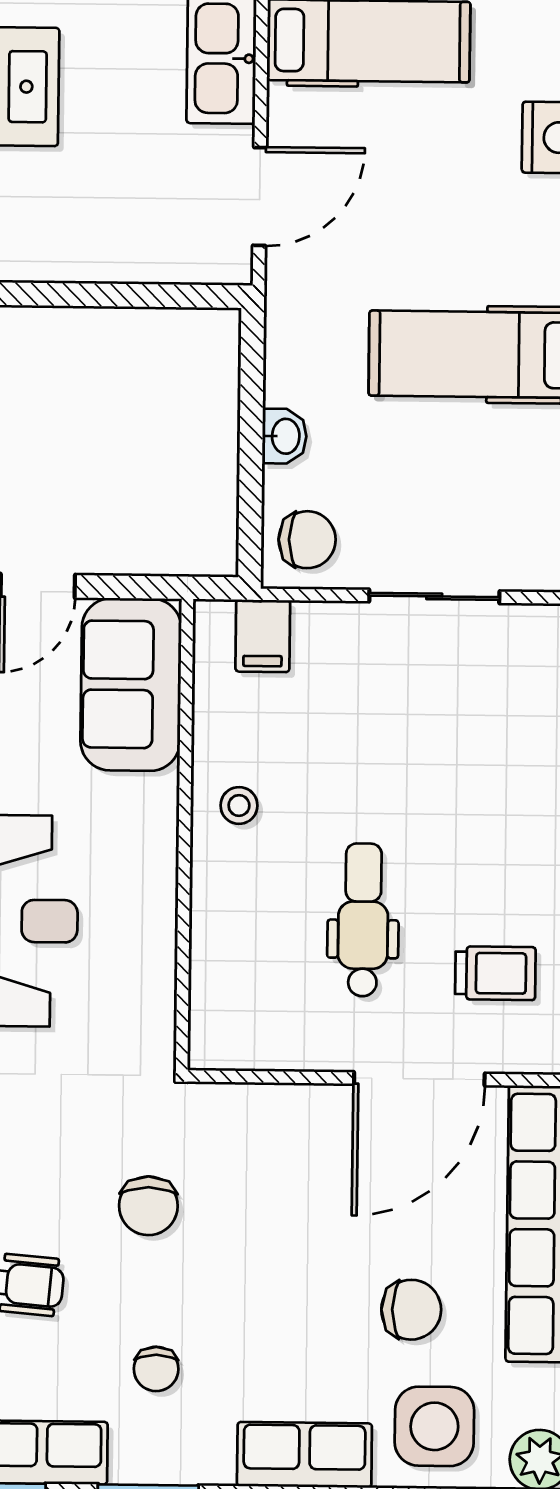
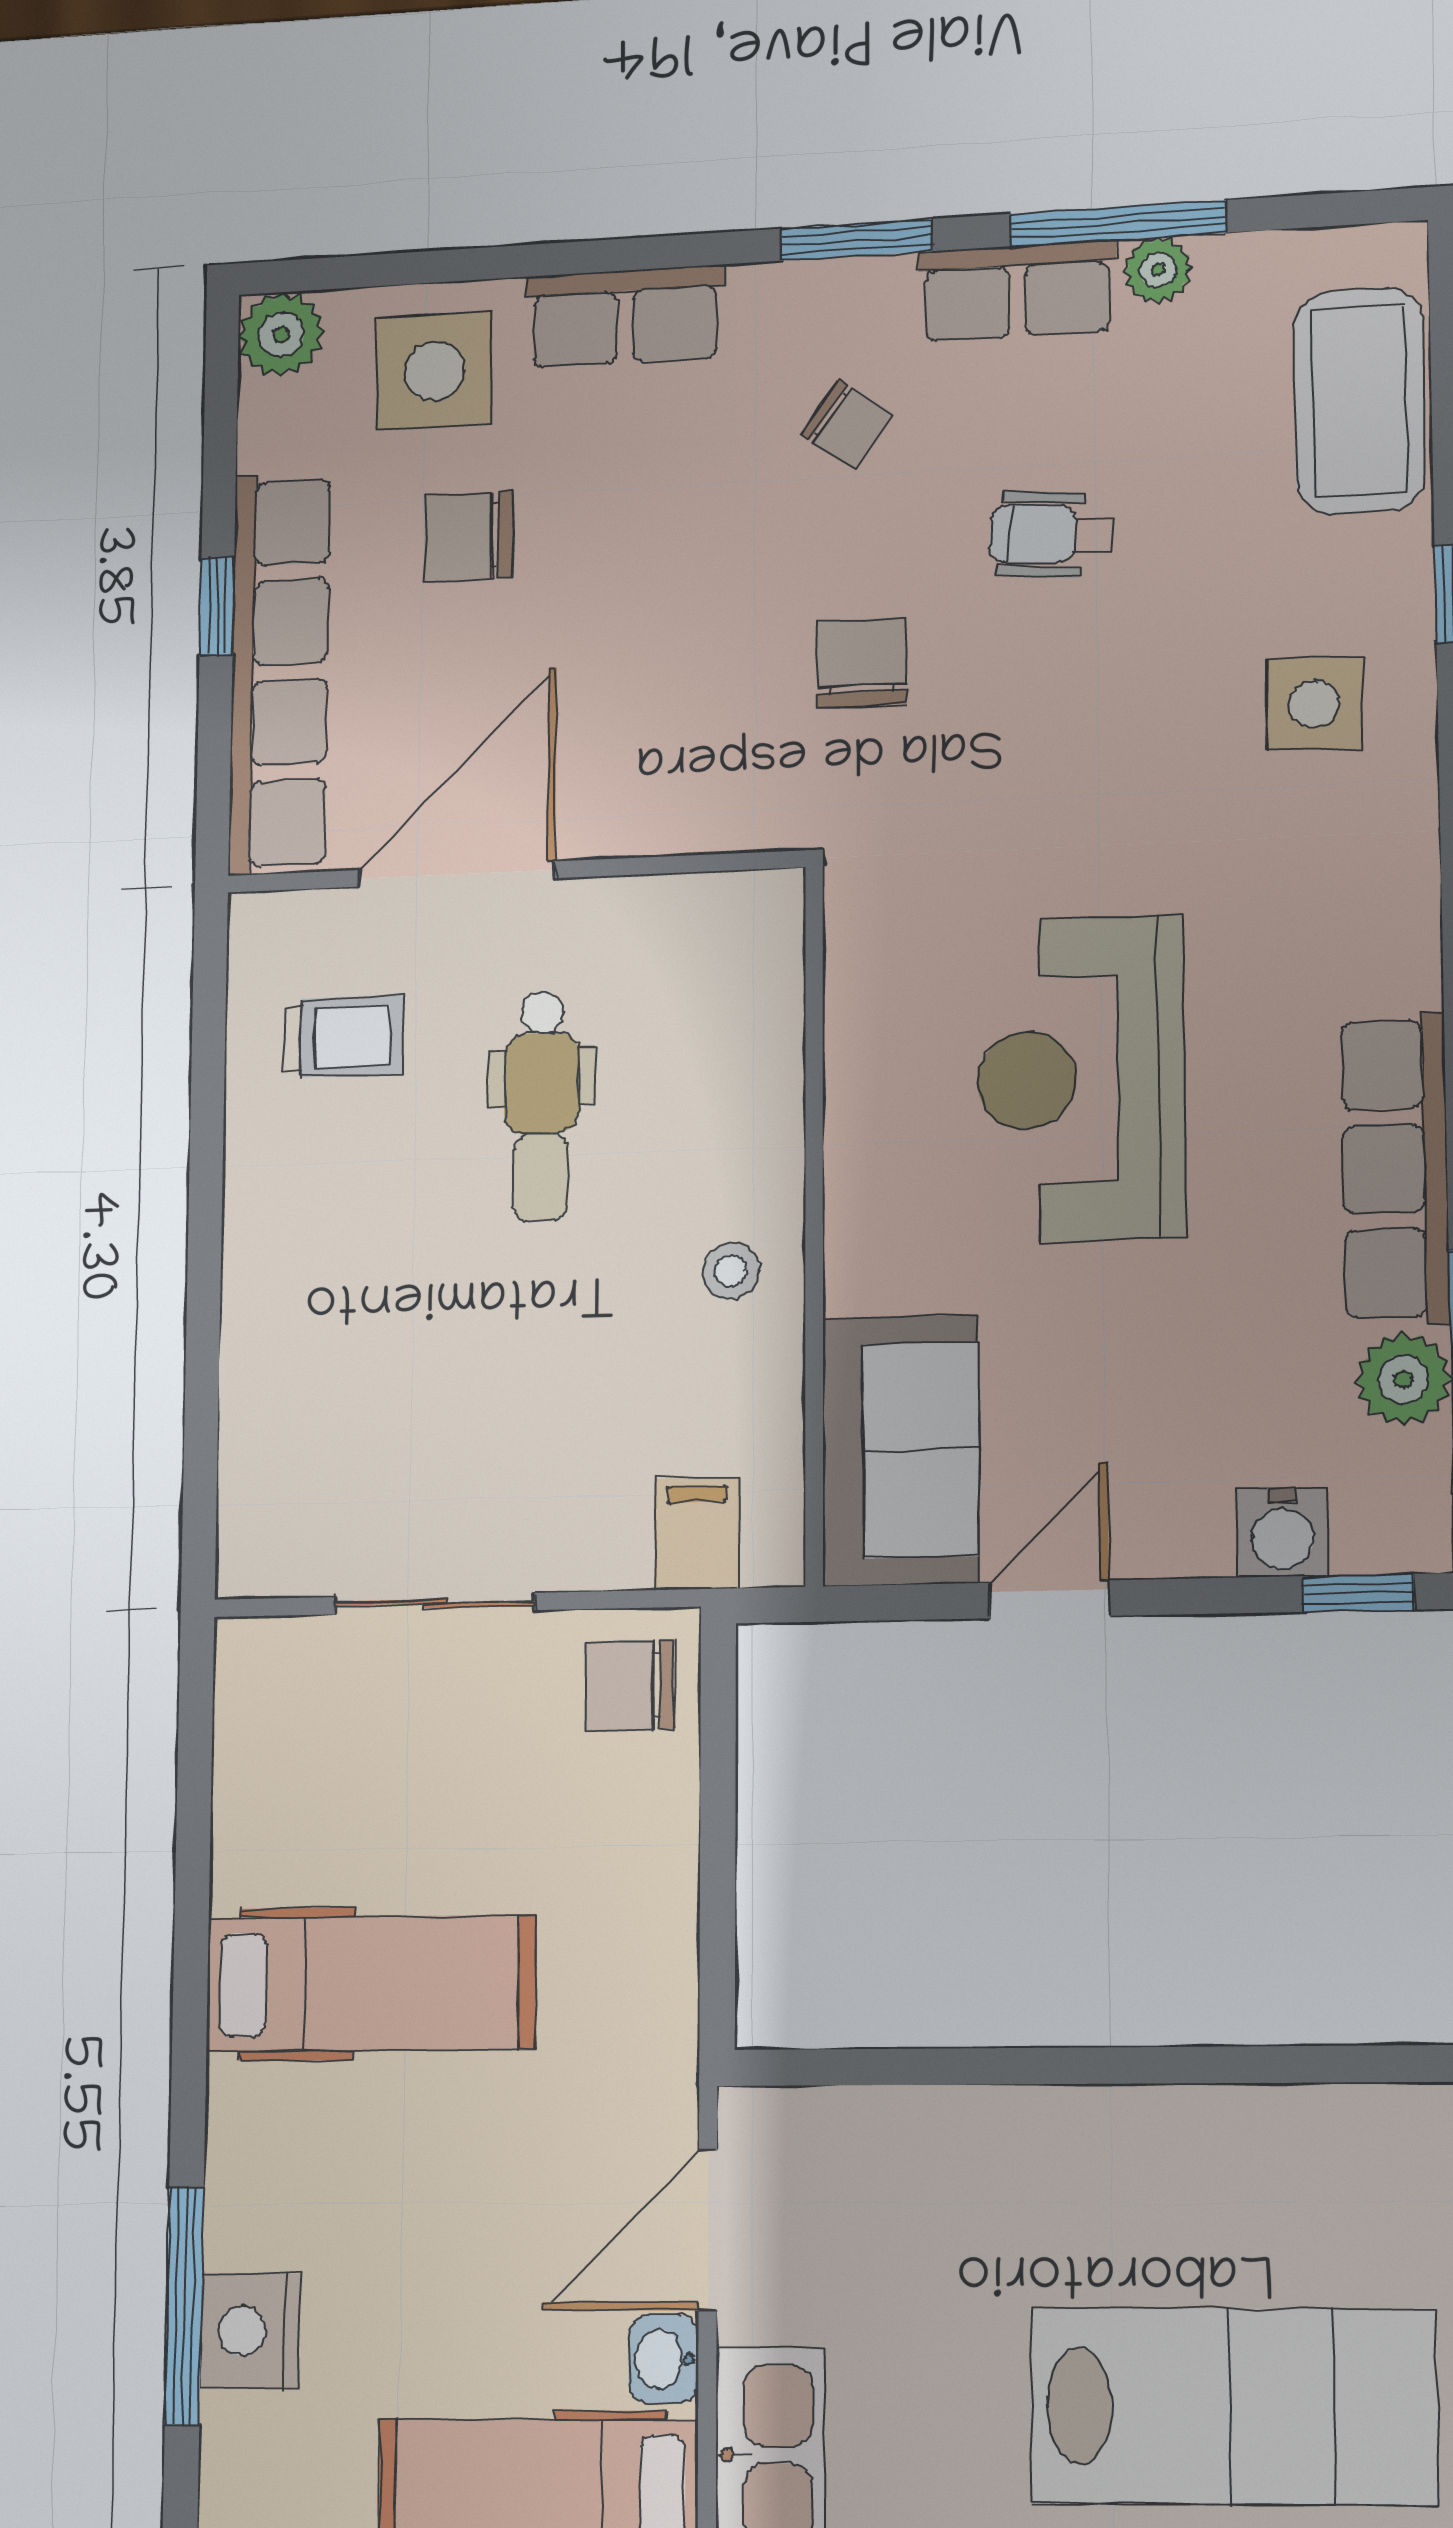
washbasin: (284, 436) -> (664, 2359), moved
trolley: (495, 973) -> (344, 1036), turned 180
chair: (156, 1369) -> (847, 424), turned 125

